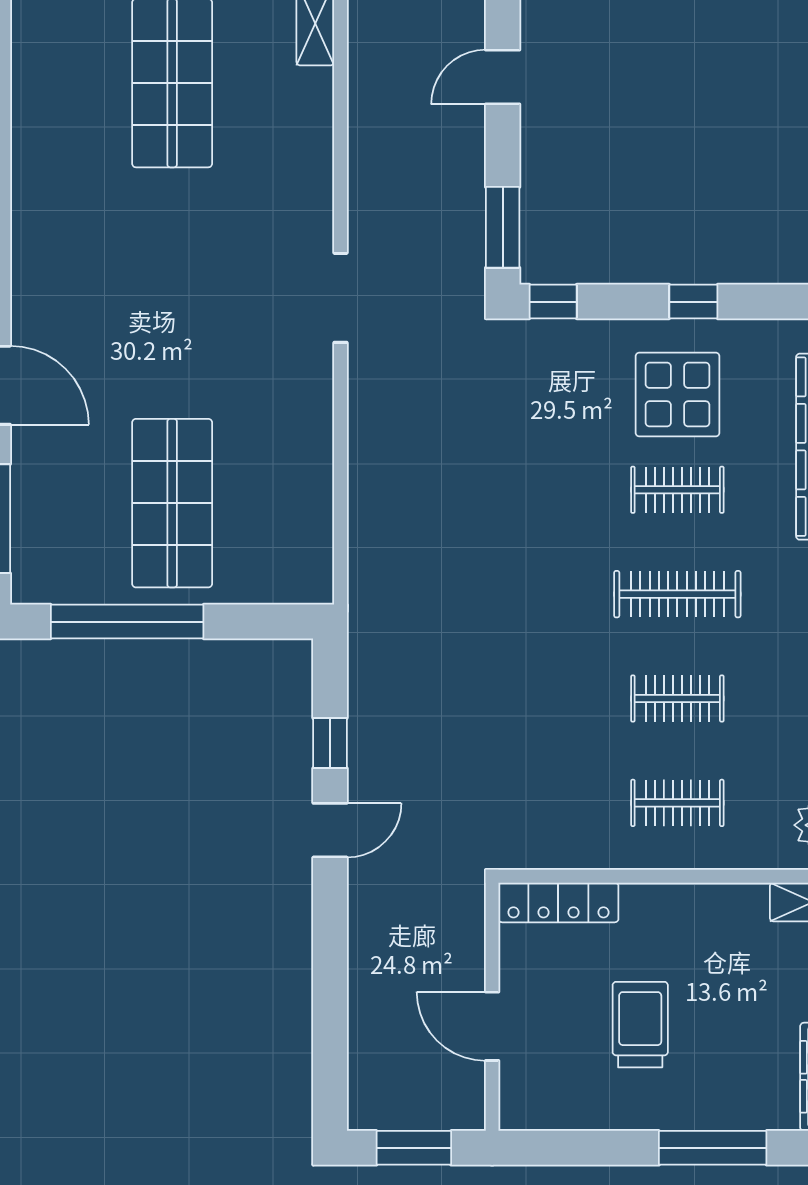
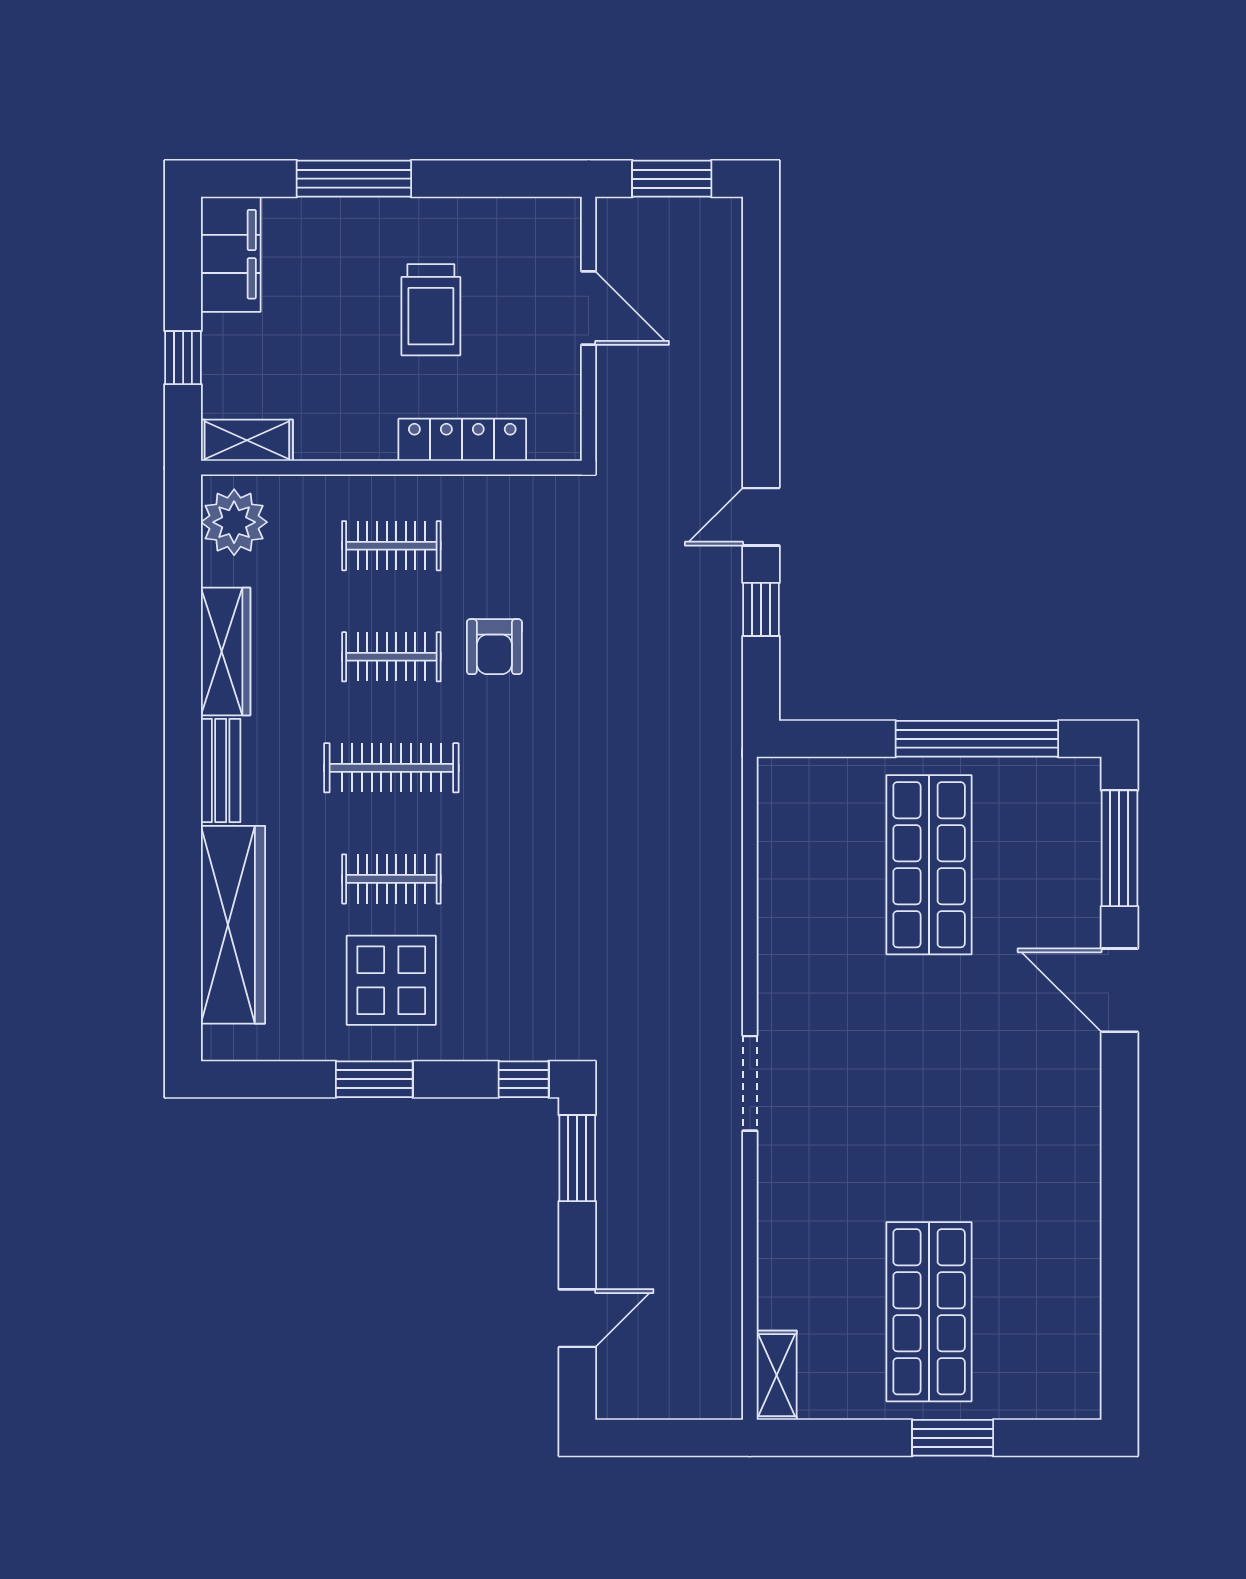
window: (693, 302) -> (374, 1079), width x1.50
armchair: (581, 708) -> (494, 647), added
locker: (558, 902) -> (462, 440), moved

